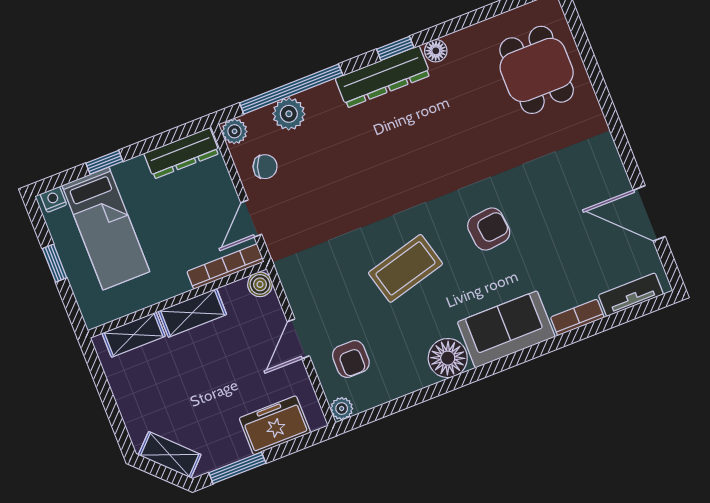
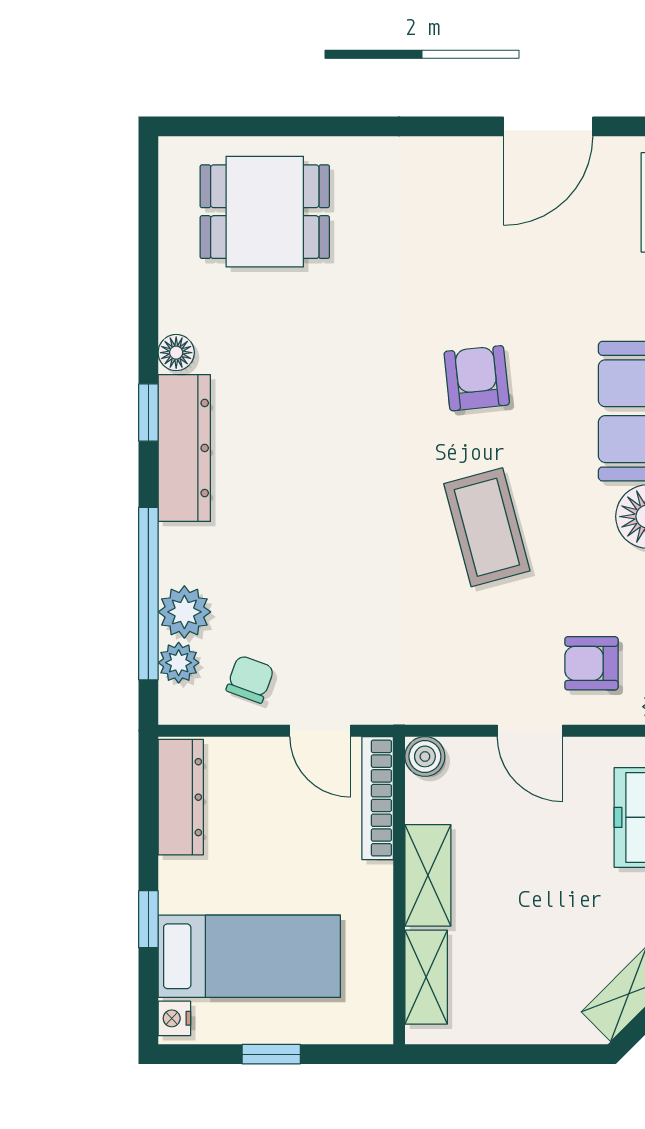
plant: (234, 131) -> (179, 663), moved
armchair: (351, 359) -> (591, 663), turned 180

